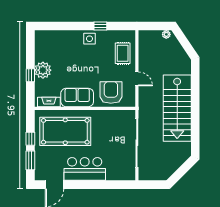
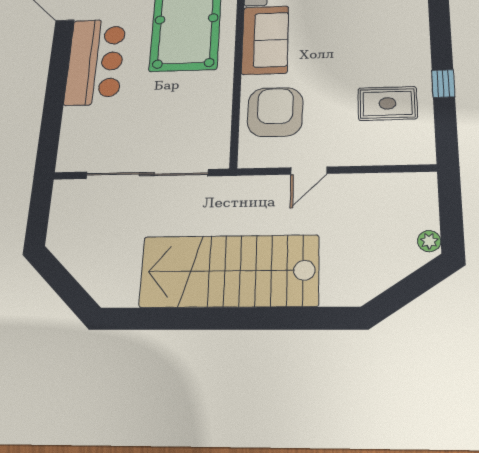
side table: (89, 39) -> (410, 61), removed
rug: (123, 53) -> (387, 103), moved
armchair: (111, 93) -> (275, 112), turned -89

